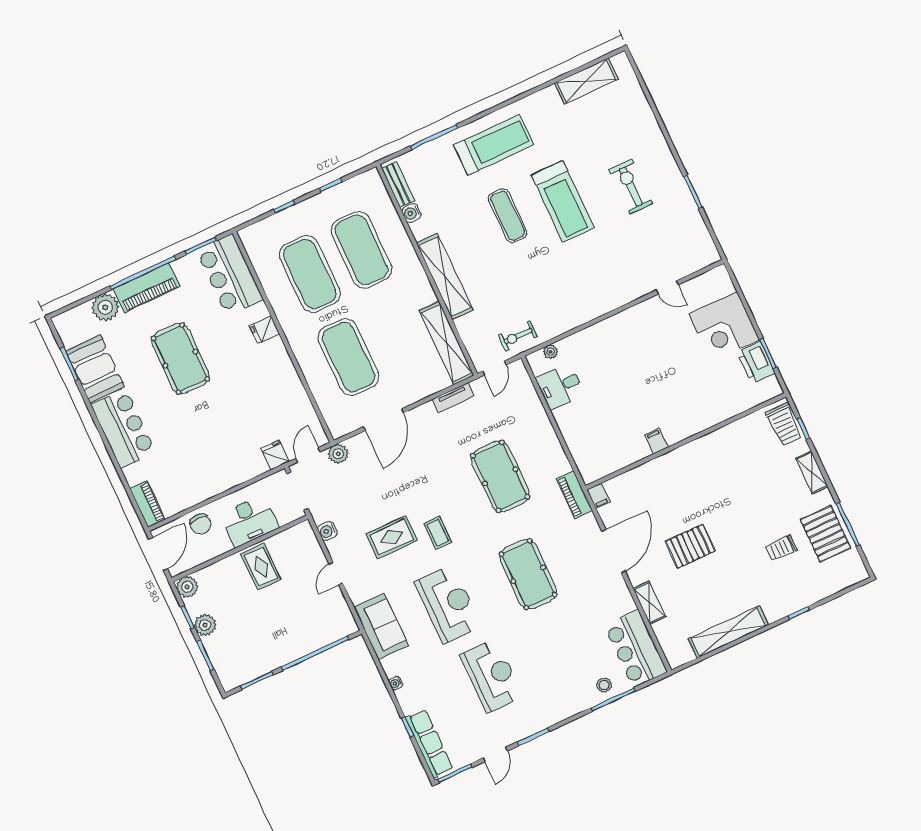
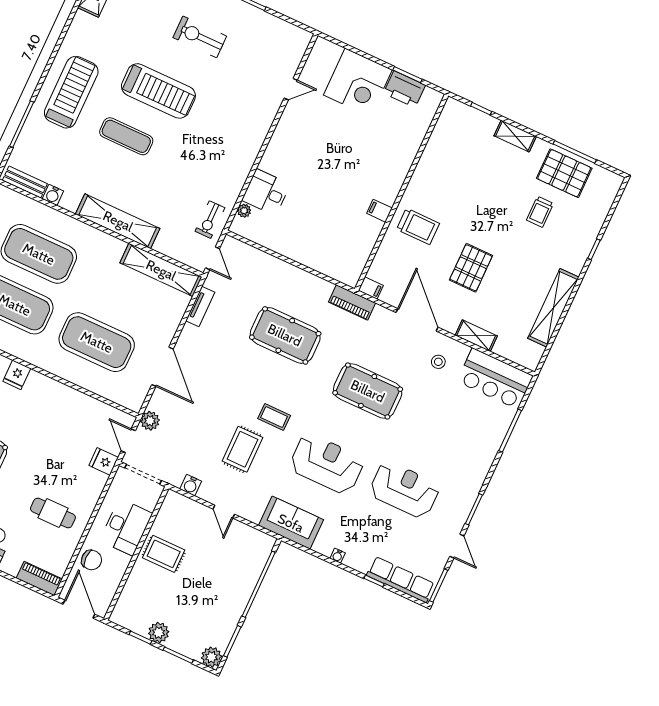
desk: (560, 386) -> (266, 192), moved, turned 90
trolley: (784, 424) -> (418, 226), moved
cafe table: (201, 462) -> (53, 513), added
plant: (187, 587) -> (212, 657), moved
stool: (604, 685) -> (438, 362), moved

